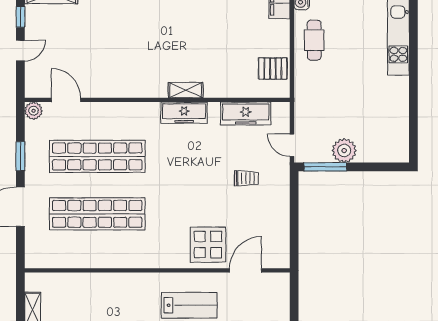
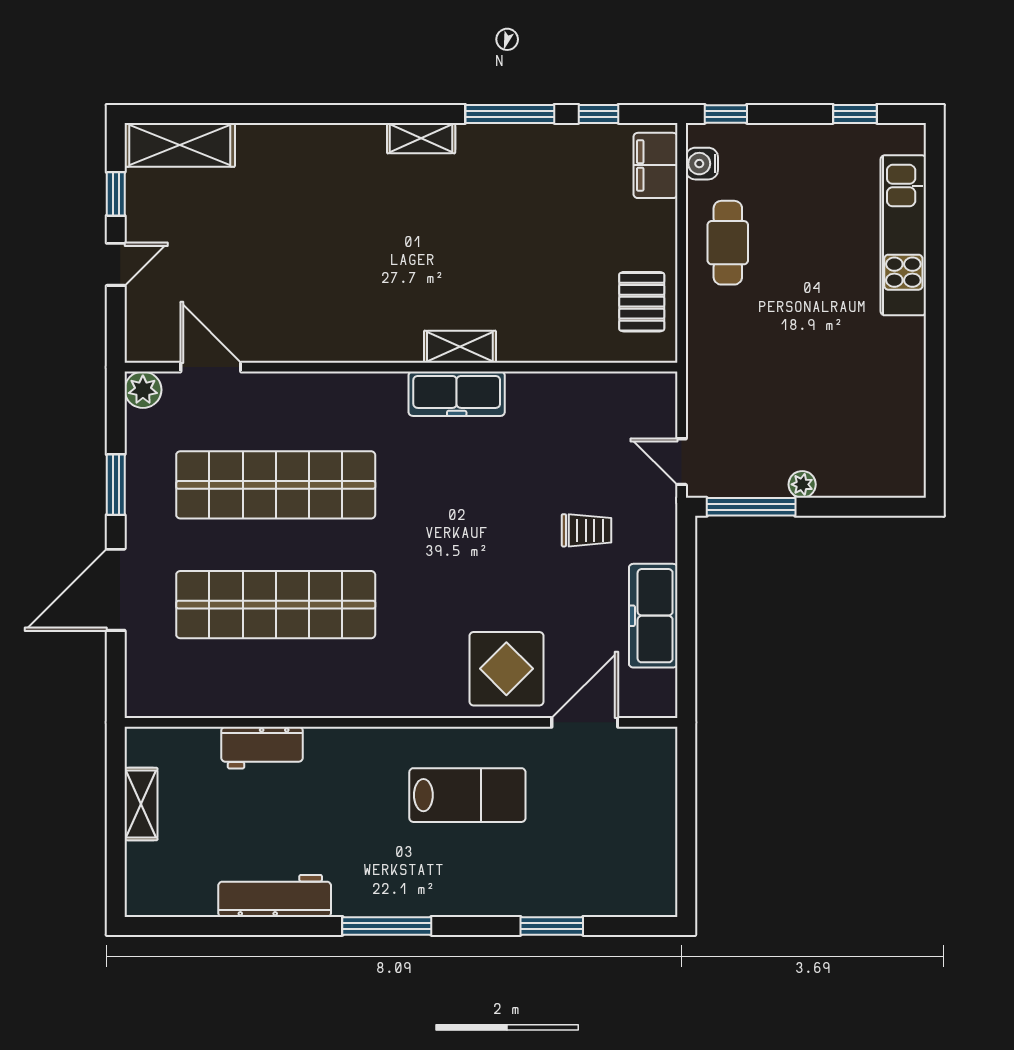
pallet: (273, 69) -> (642, 302), turned 90
freezer: (246, 114) -> (653, 616), moved, turned 90
plant: (344, 151) -> (802, 484), width x0.53, depth x0.53
workbench: (91, 282) -> (262, 748), added

